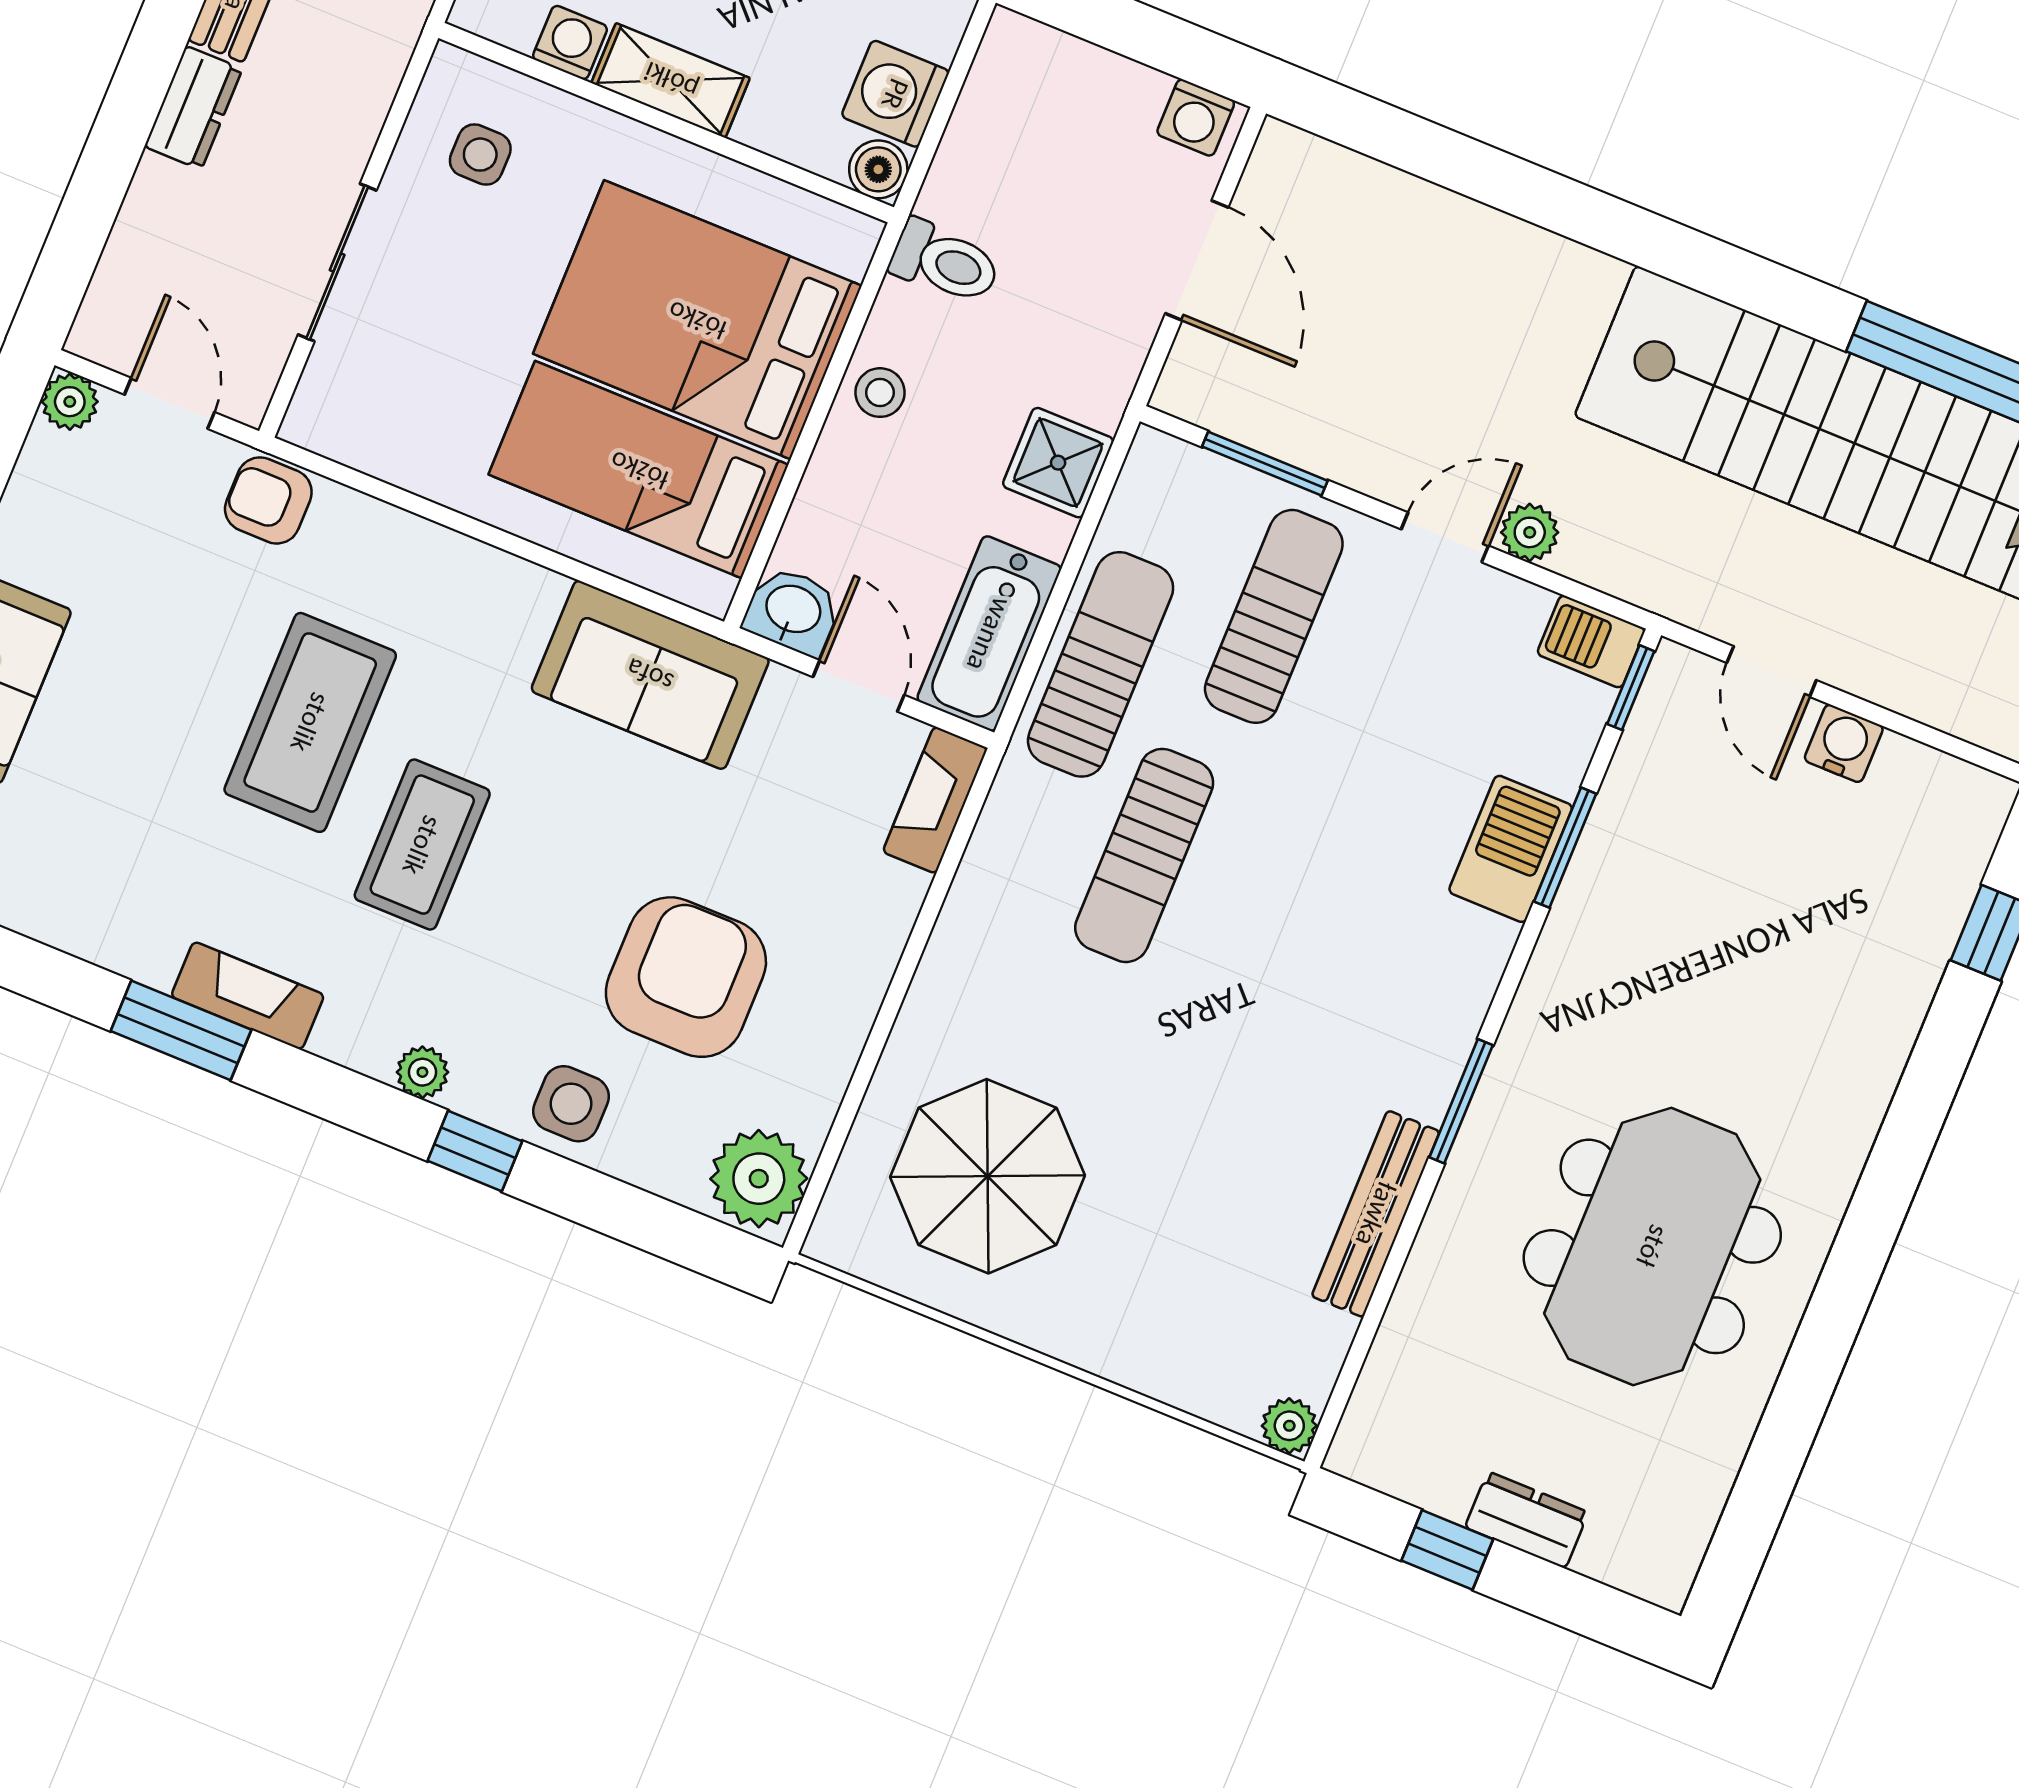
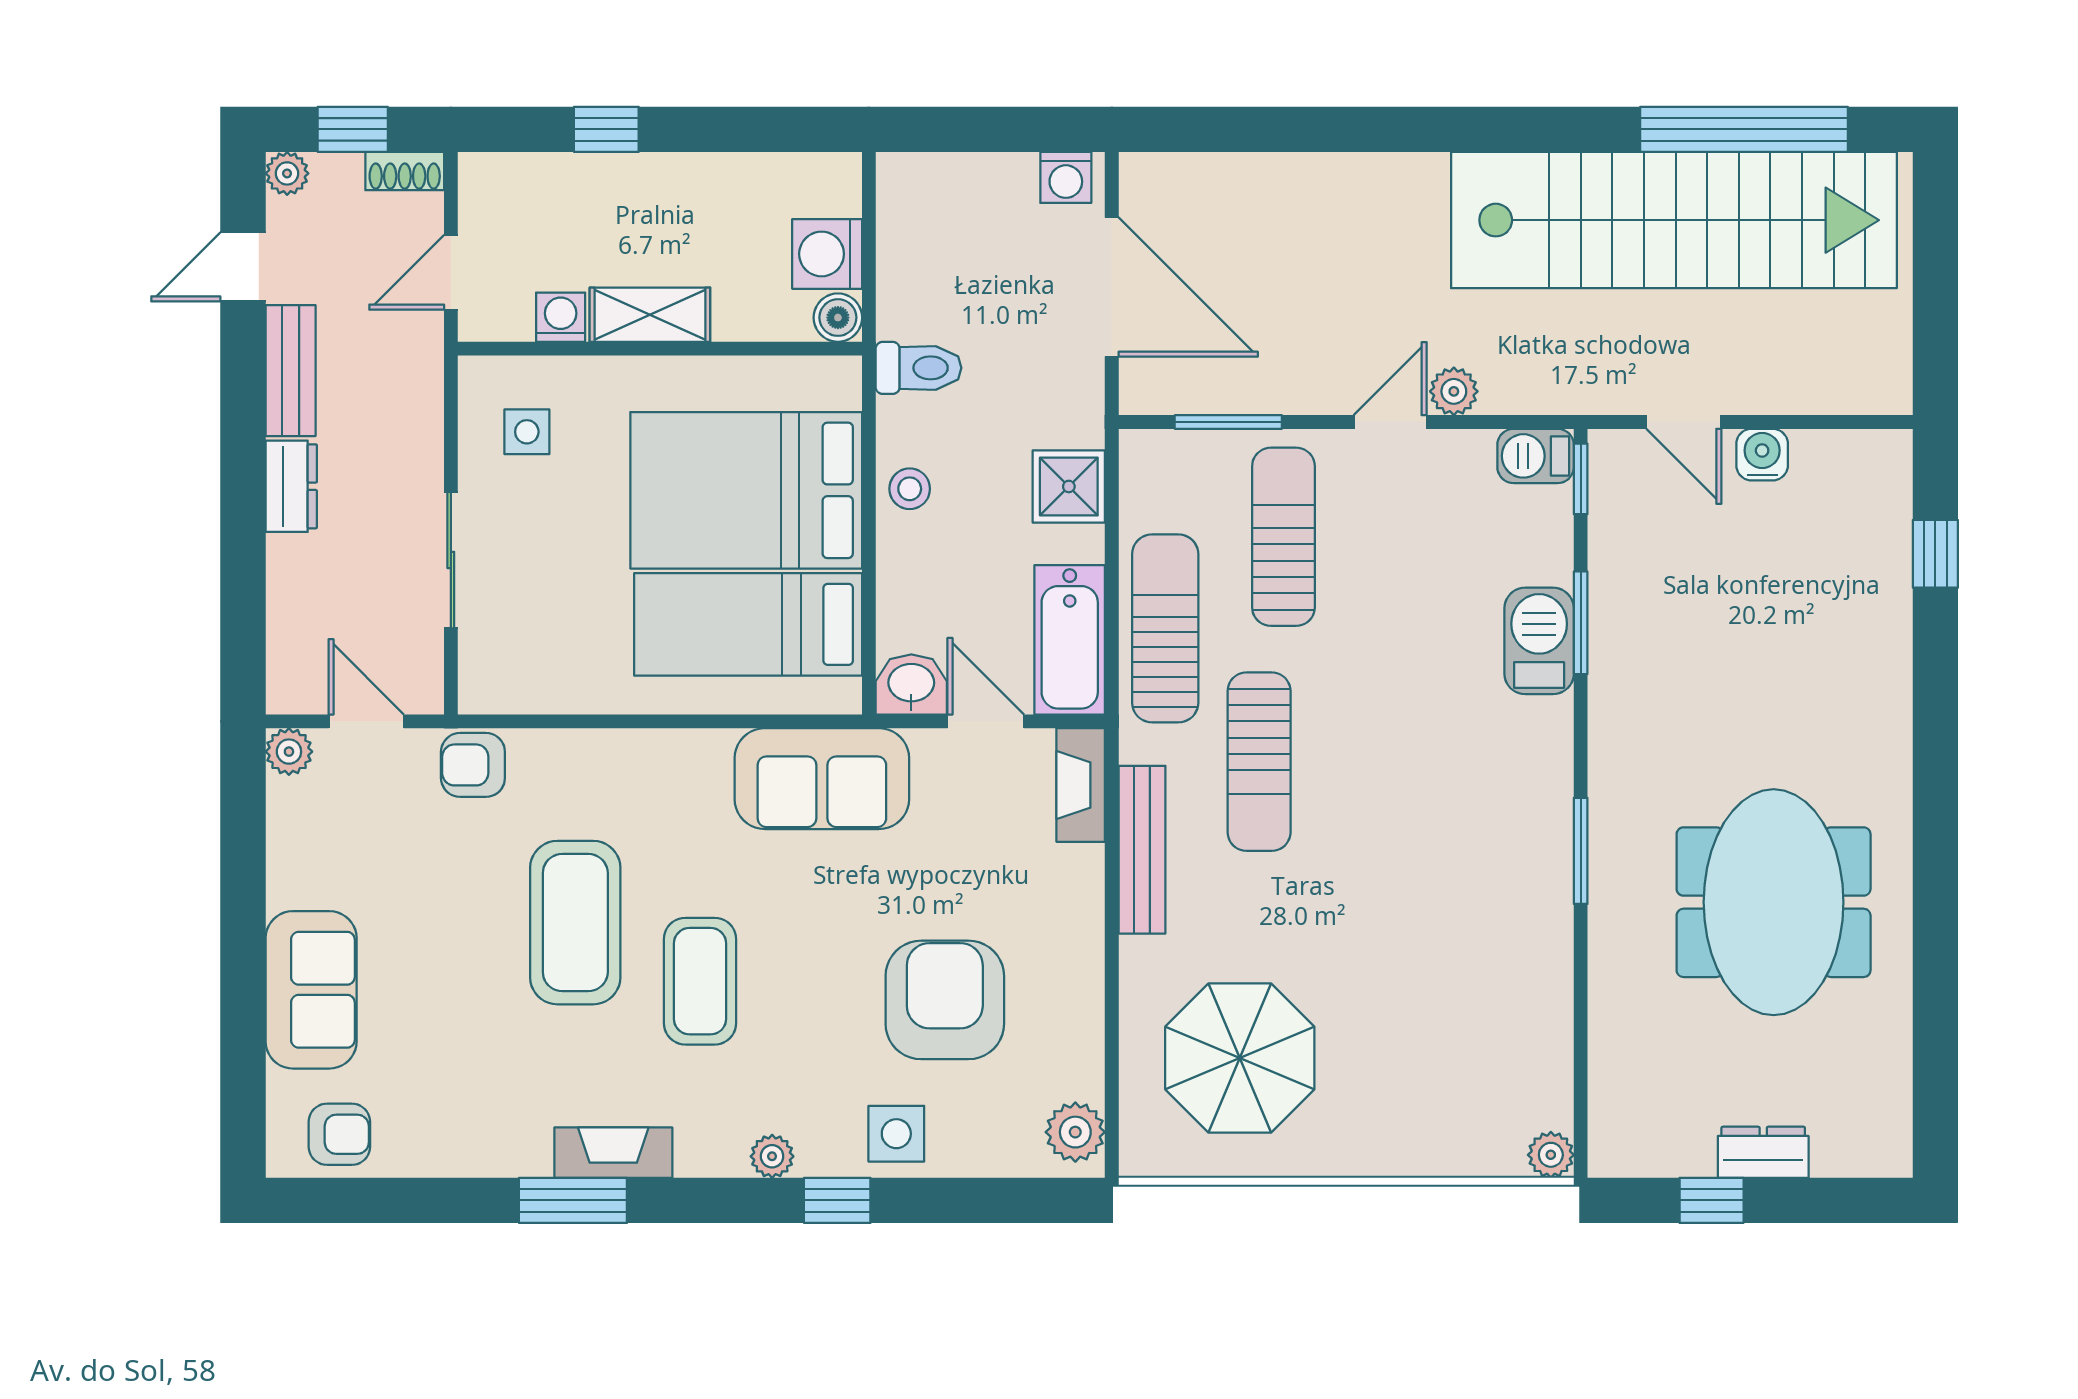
door: (1197, 260) -> (1112, 287), width x1.36
plant: (759, 1179) -> (1075, 1132), width x0.73, depth x0.73
bench: (1376, 1214) -> (1142, 850), moved

